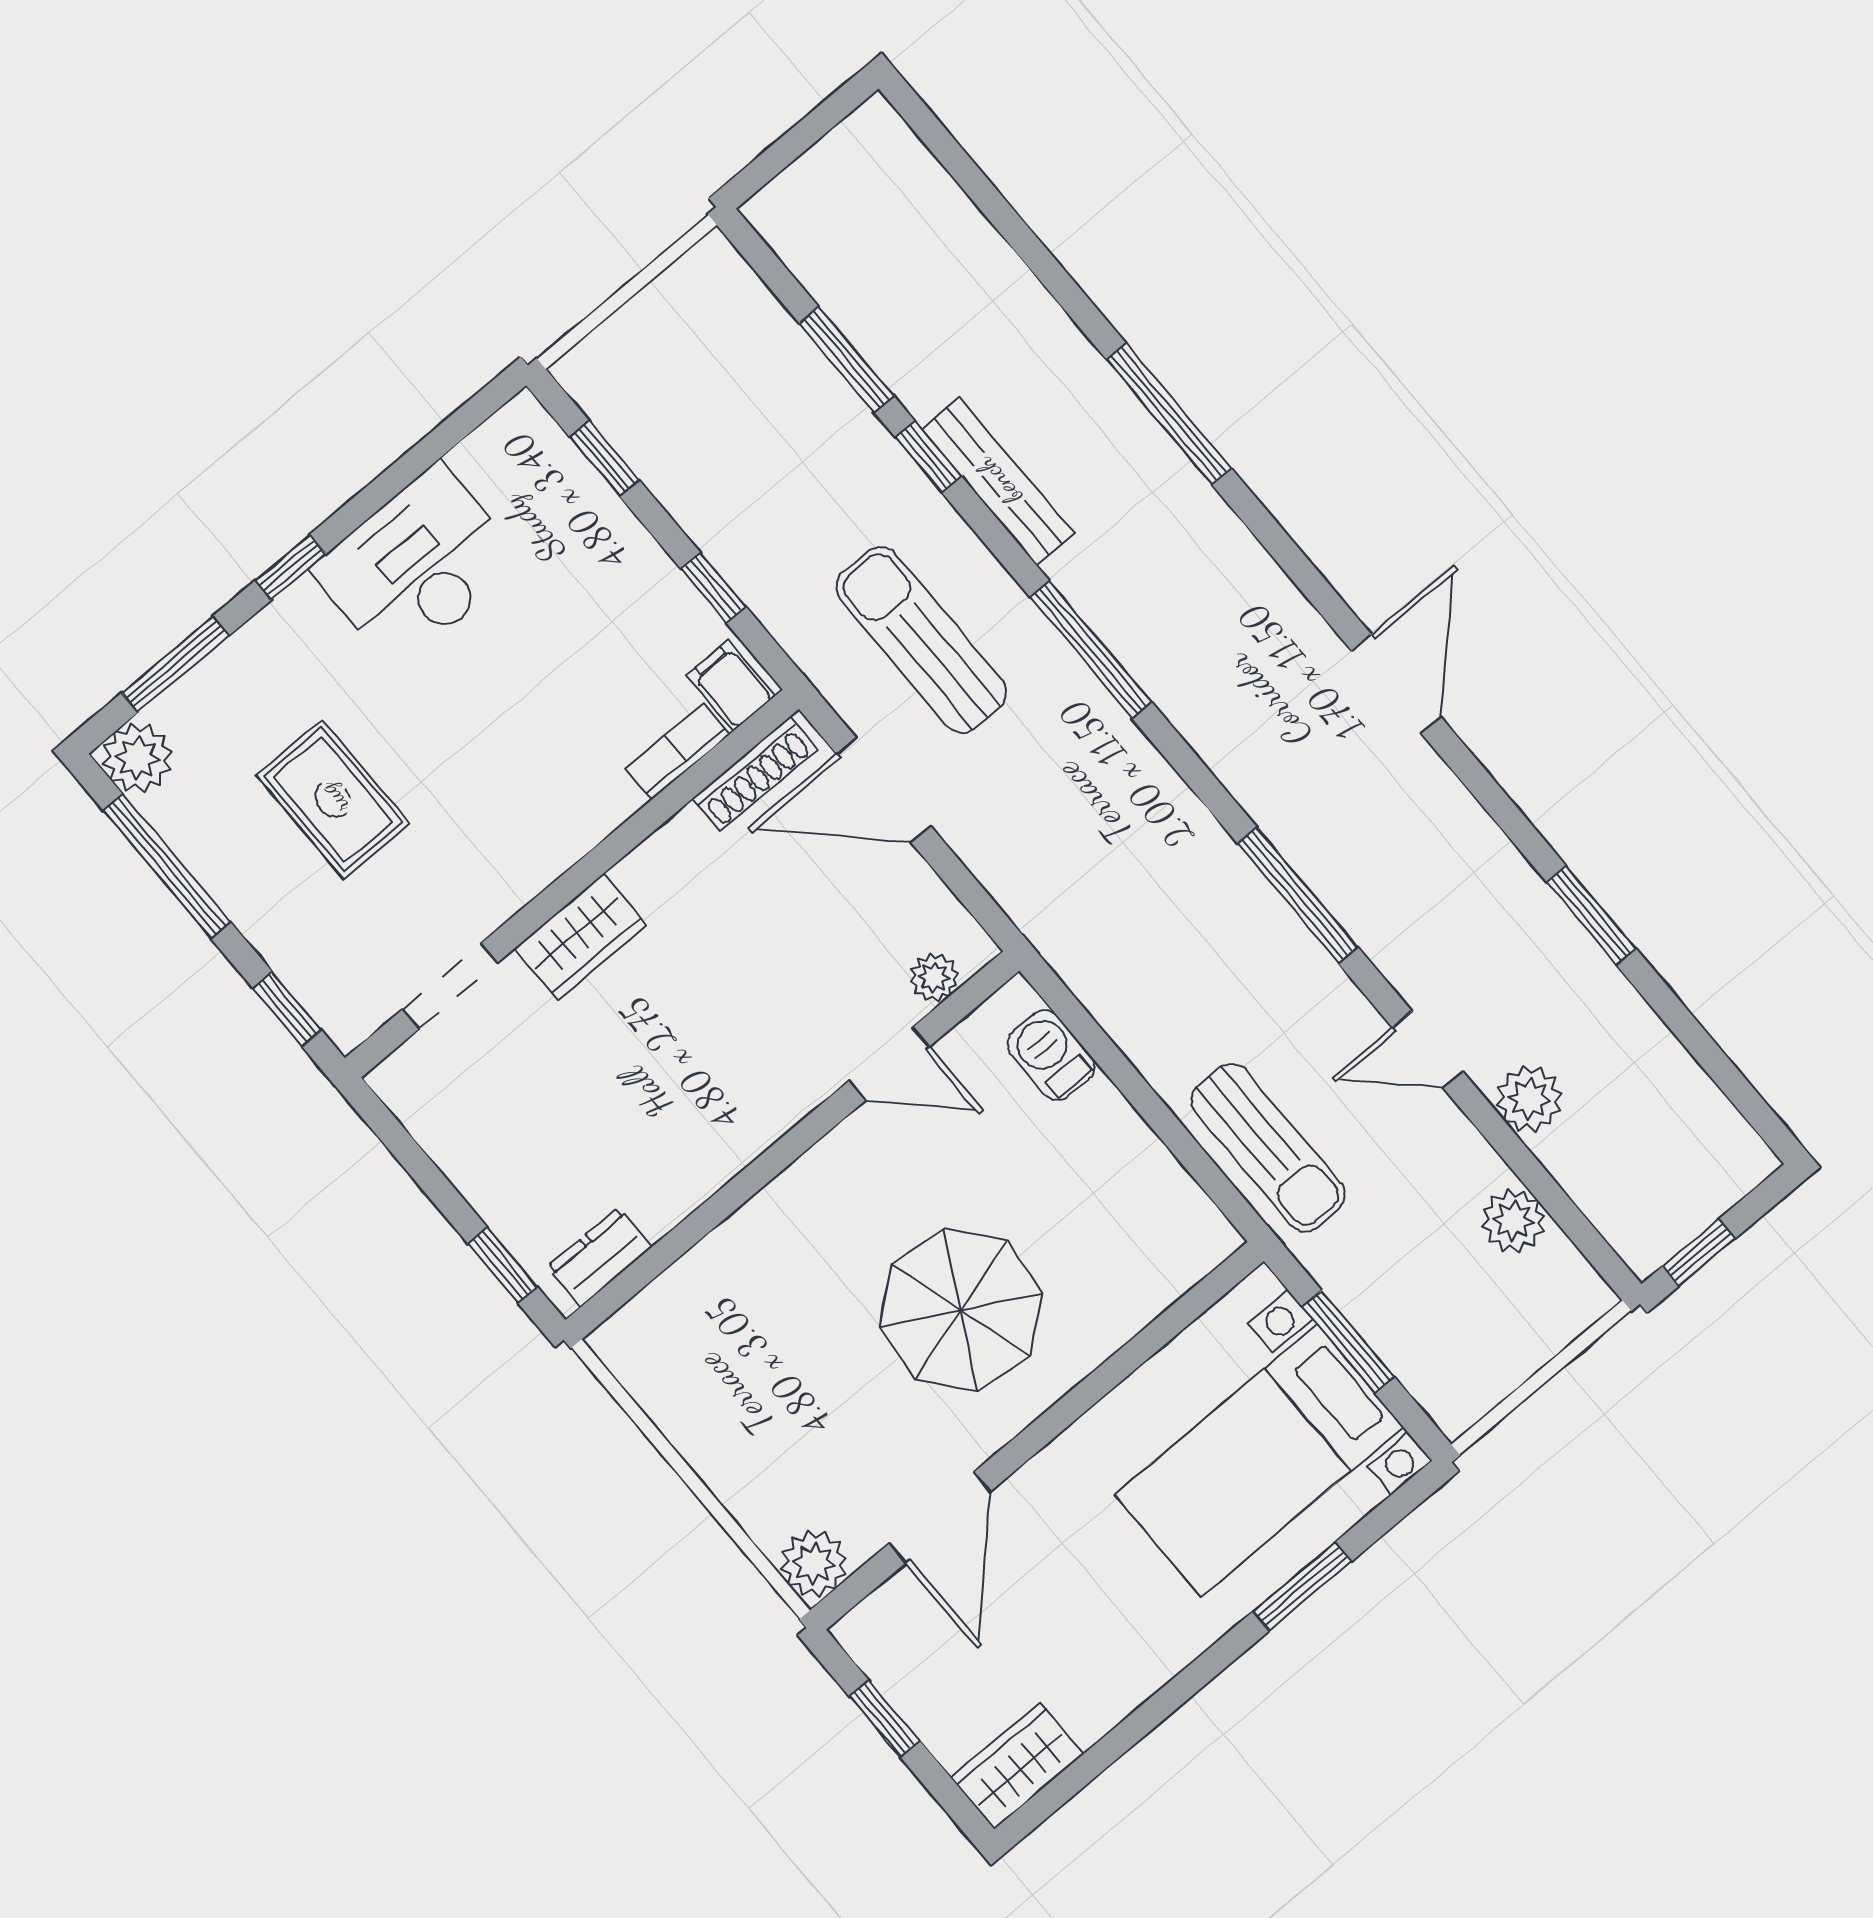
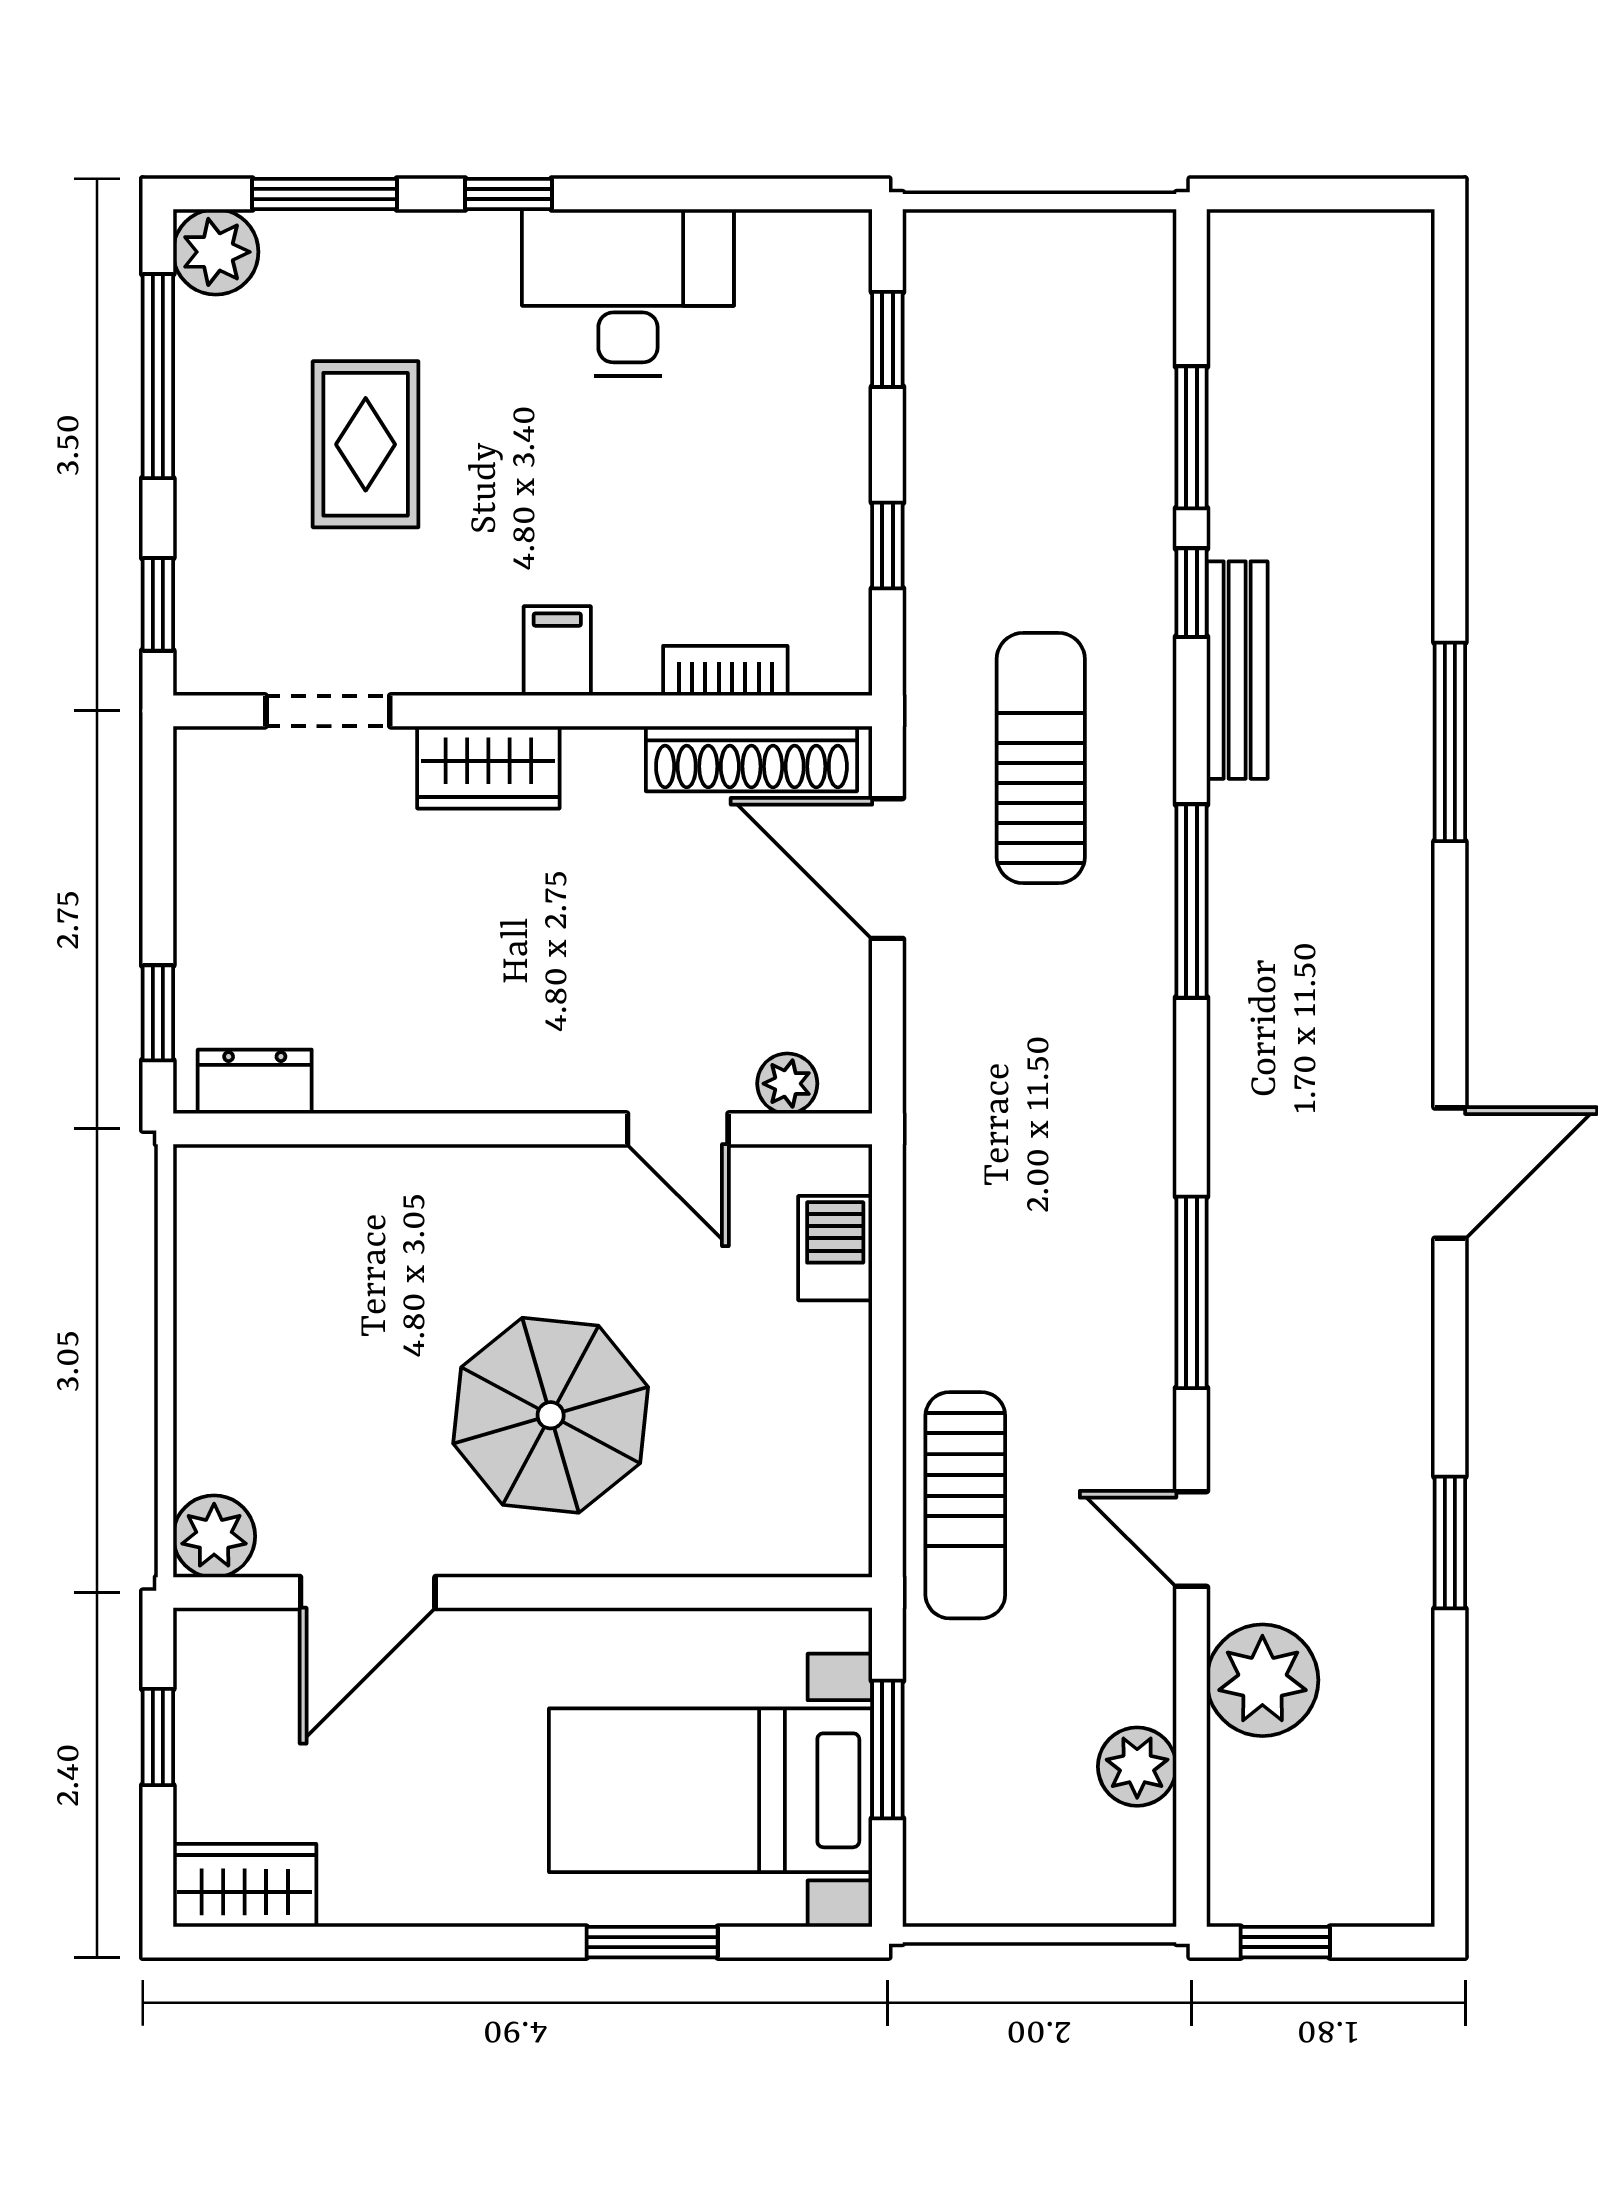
filing cabinet: (731, 685) -> (557, 651), moved
shoe rack: (755, 774) -> (751, 759), width x1.36, depth x1.24
plant: (1529, 1099) -> (1262, 1680), width x1.36, depth x1.36

